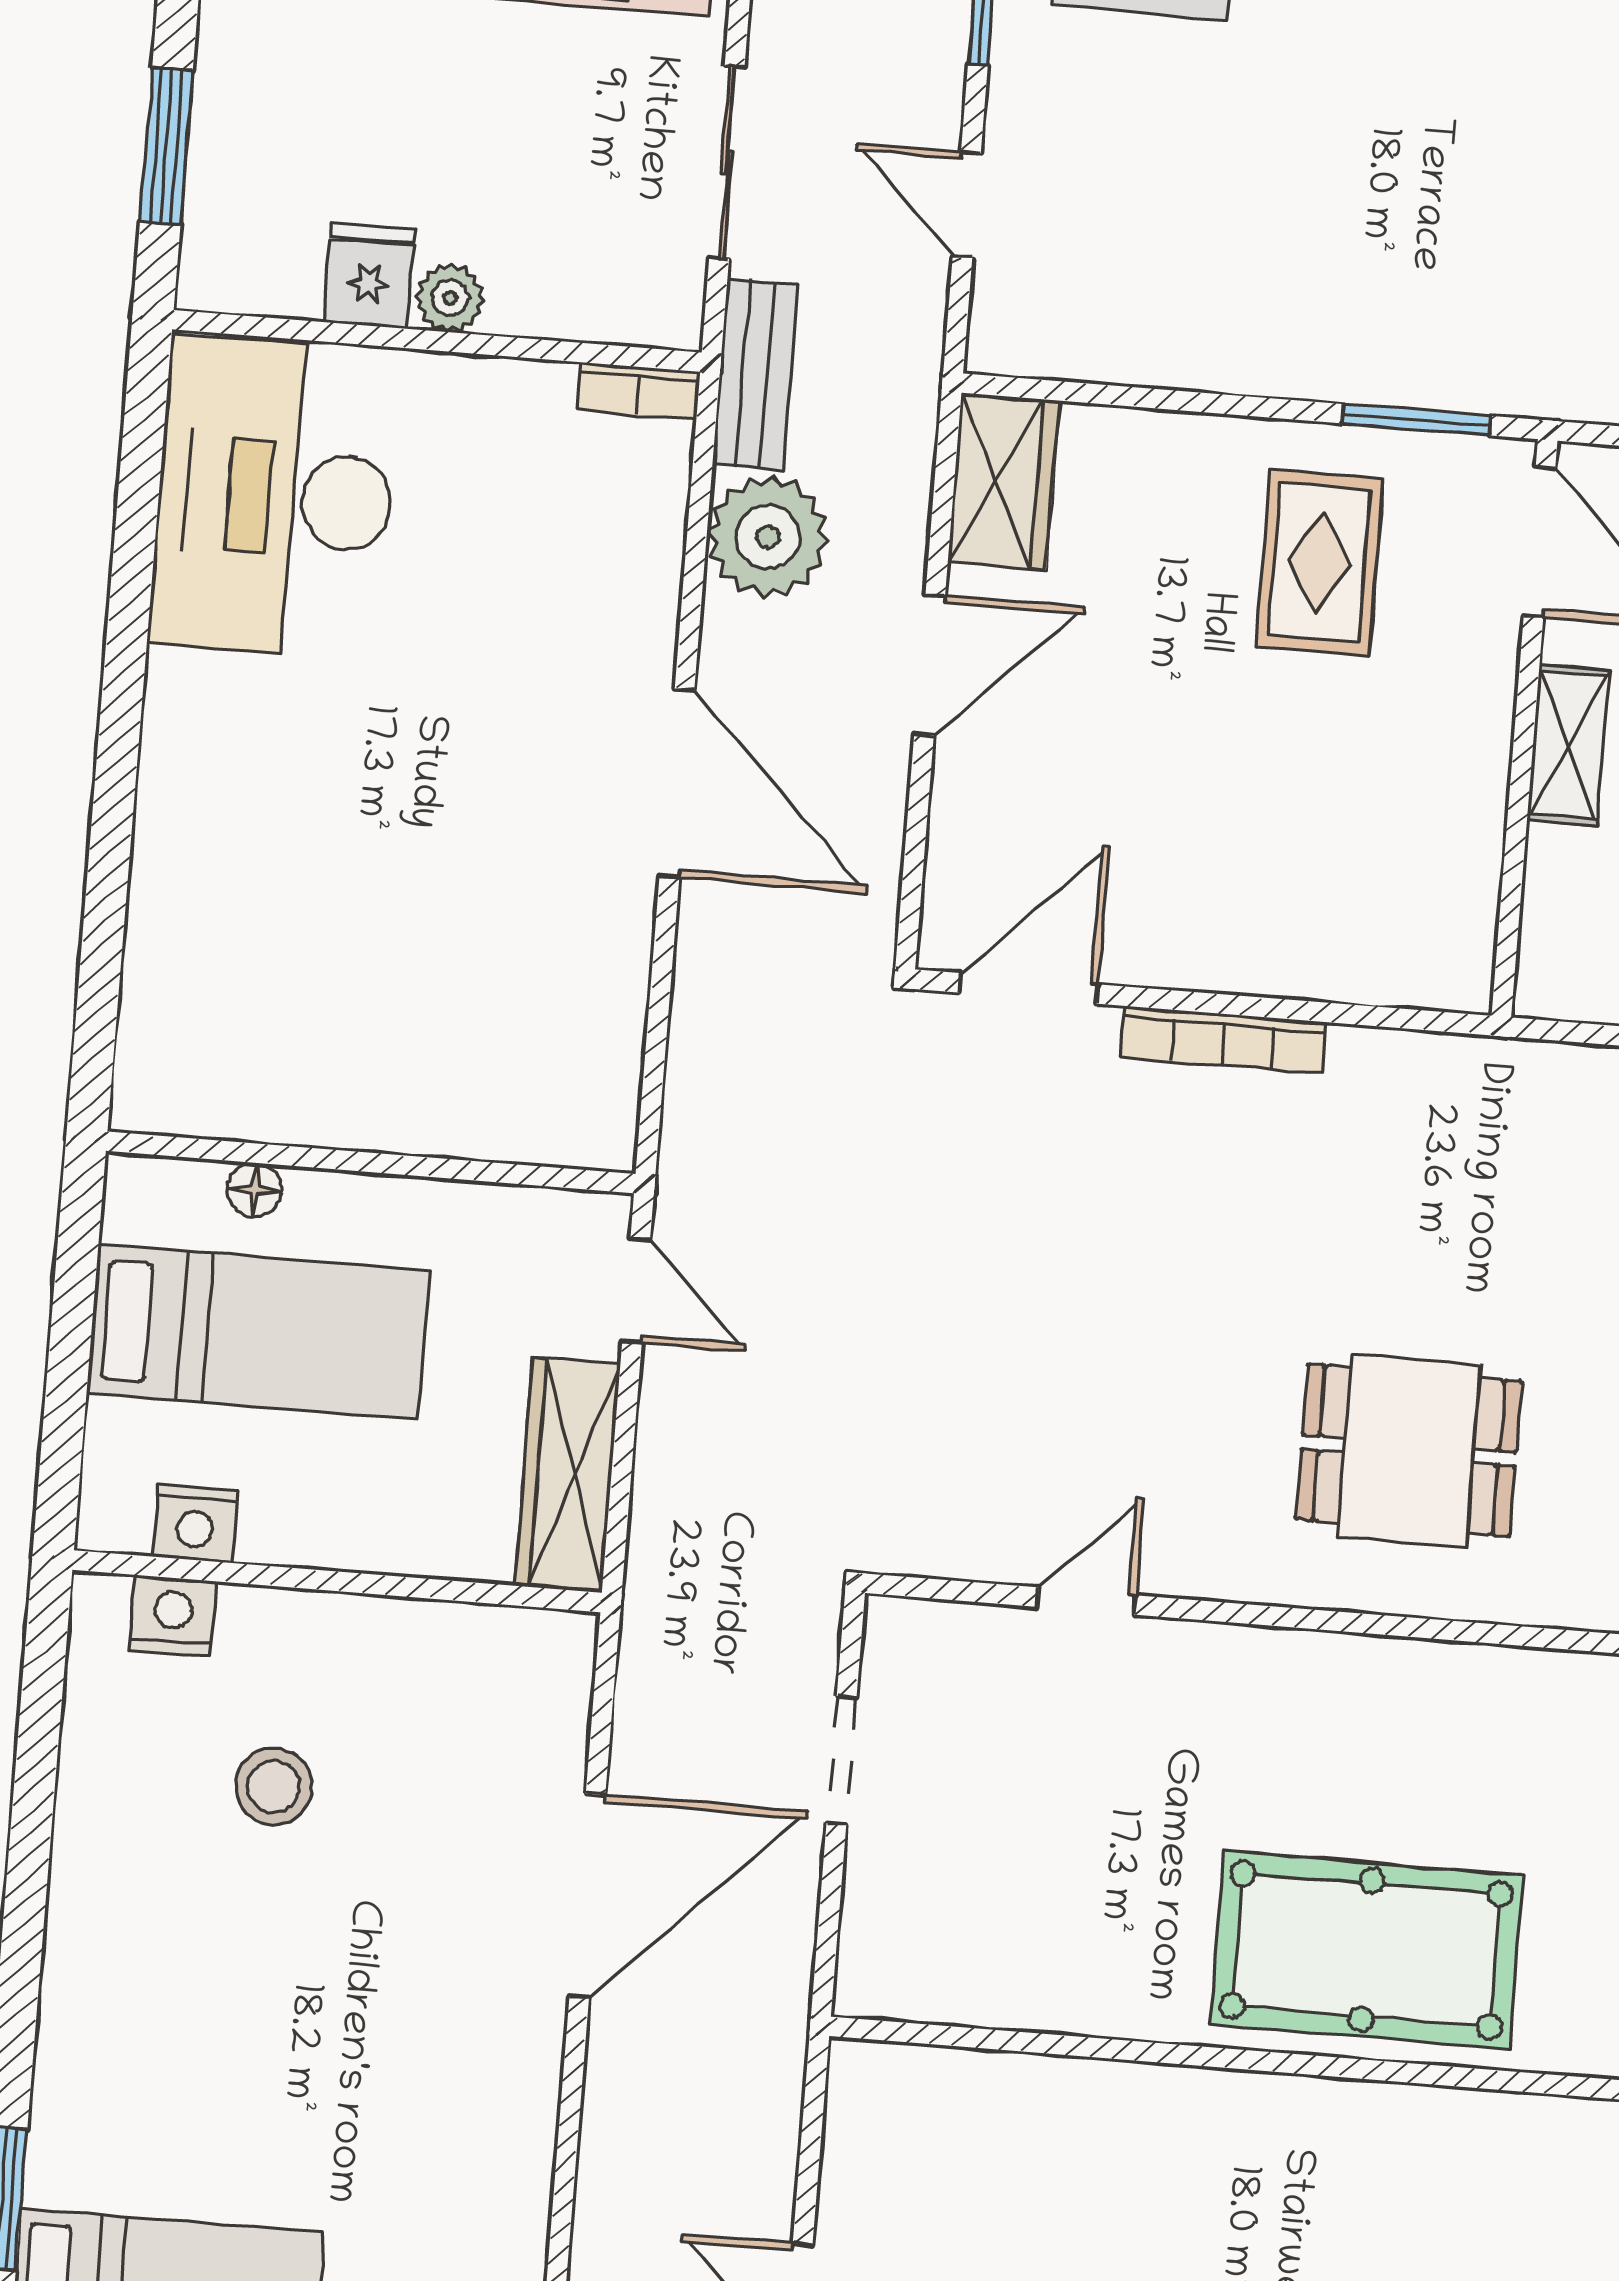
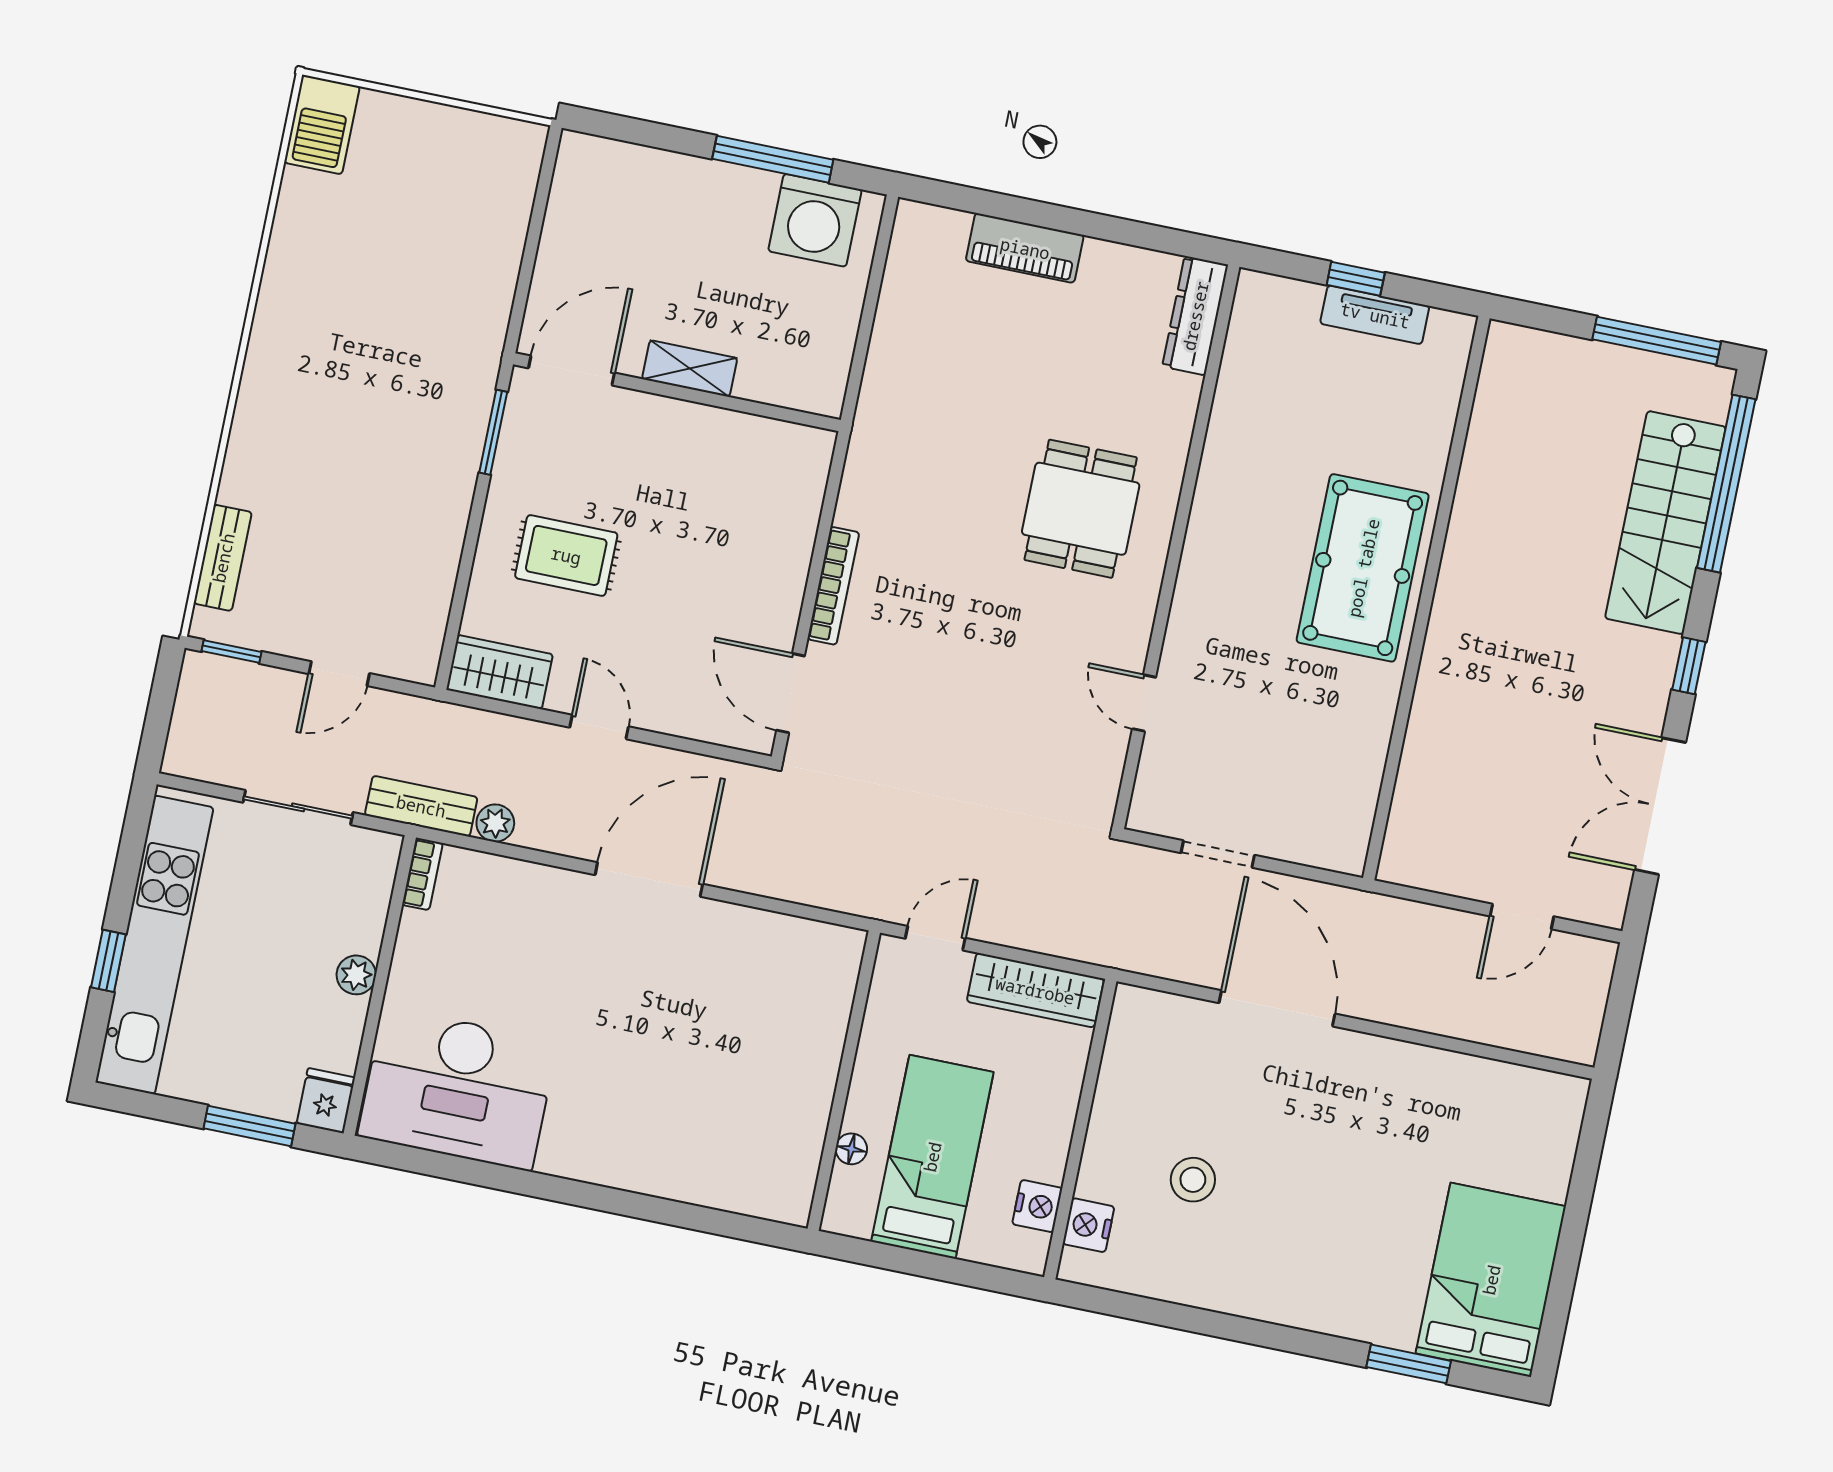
fridge: (369, 276) -> (326, 1101), moved, turned 90
plant: (768, 537) -> (495, 823), width x0.53, depth x0.53
rug: (1319, 562) -> (566, 555), moved
door: (930, 665) -> (599, 727), width x0.73

